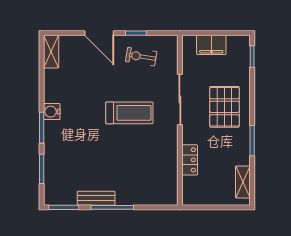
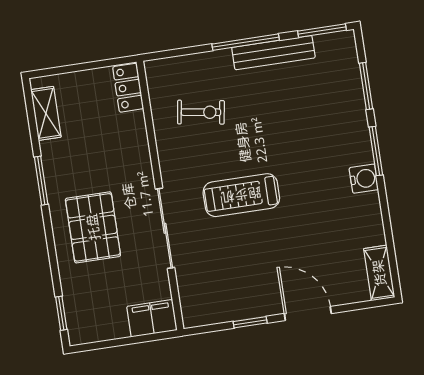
filing cabinet: (211, 45) -> (152, 318), moved
exercise bike: (141, 57) -> (201, 112), moved
locker: (190, 160) -> (128, 88), moved
bench: (96, 198) -> (273, 53), width x1.36

